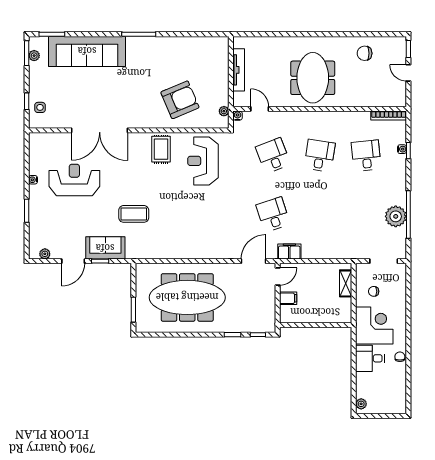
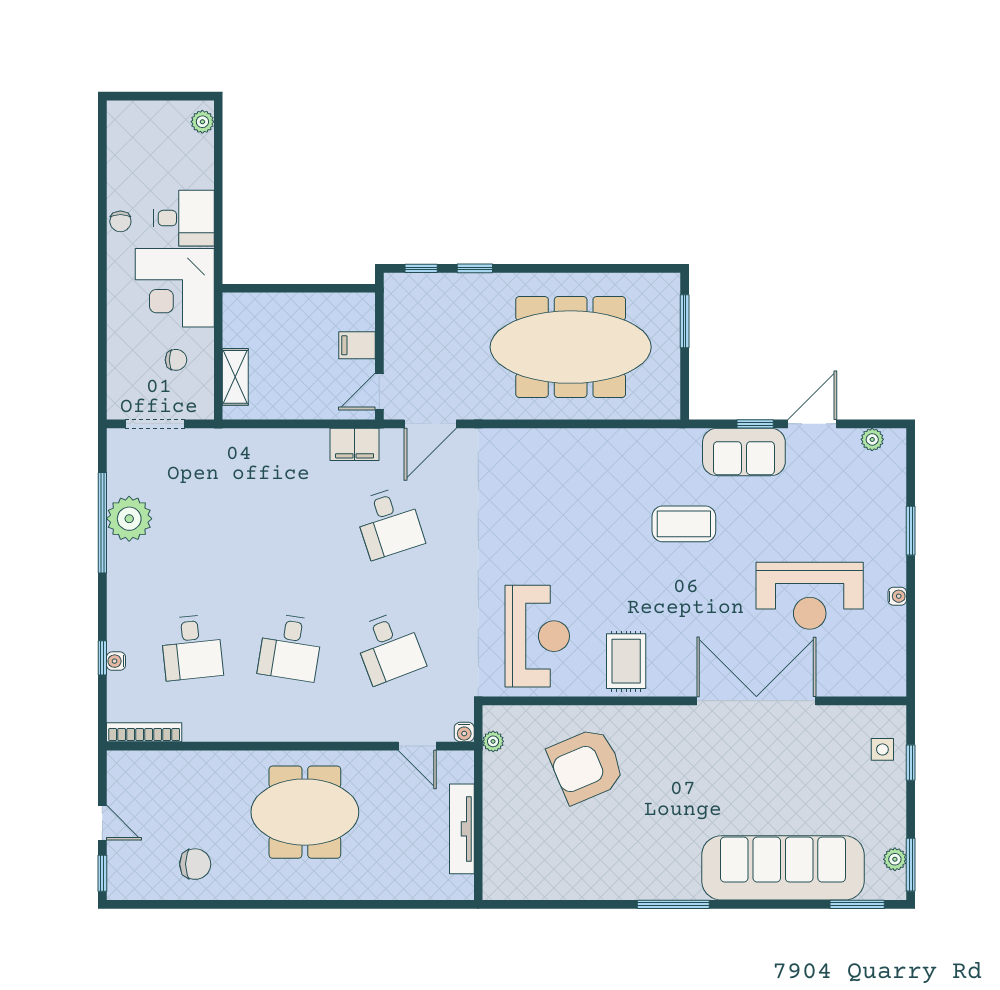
meeting table: (313, 78) -> (305, 812), turned 90

